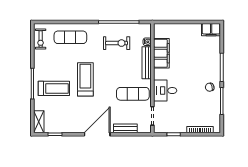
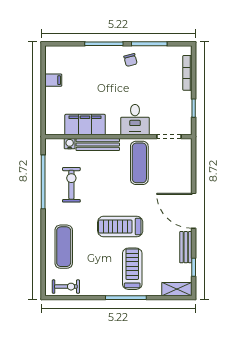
filing cabinet: (211, 30) -> (53, 80), moved, width x0.50
bench: (125, 128) -> (186, 247), moved

